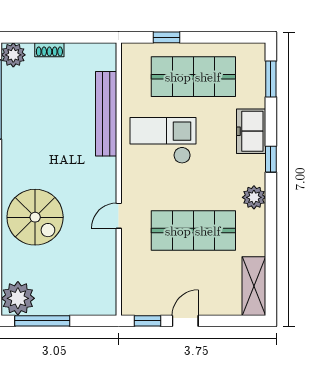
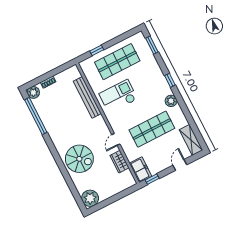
freezer: (251, 131) -> (141, 170), moved, turned 180
wardrobe: (105, 259) -> (120, 162), added
window: (42, 321) -> (106, 203), removed
door: (185, 321) -> (180, 165), moved

